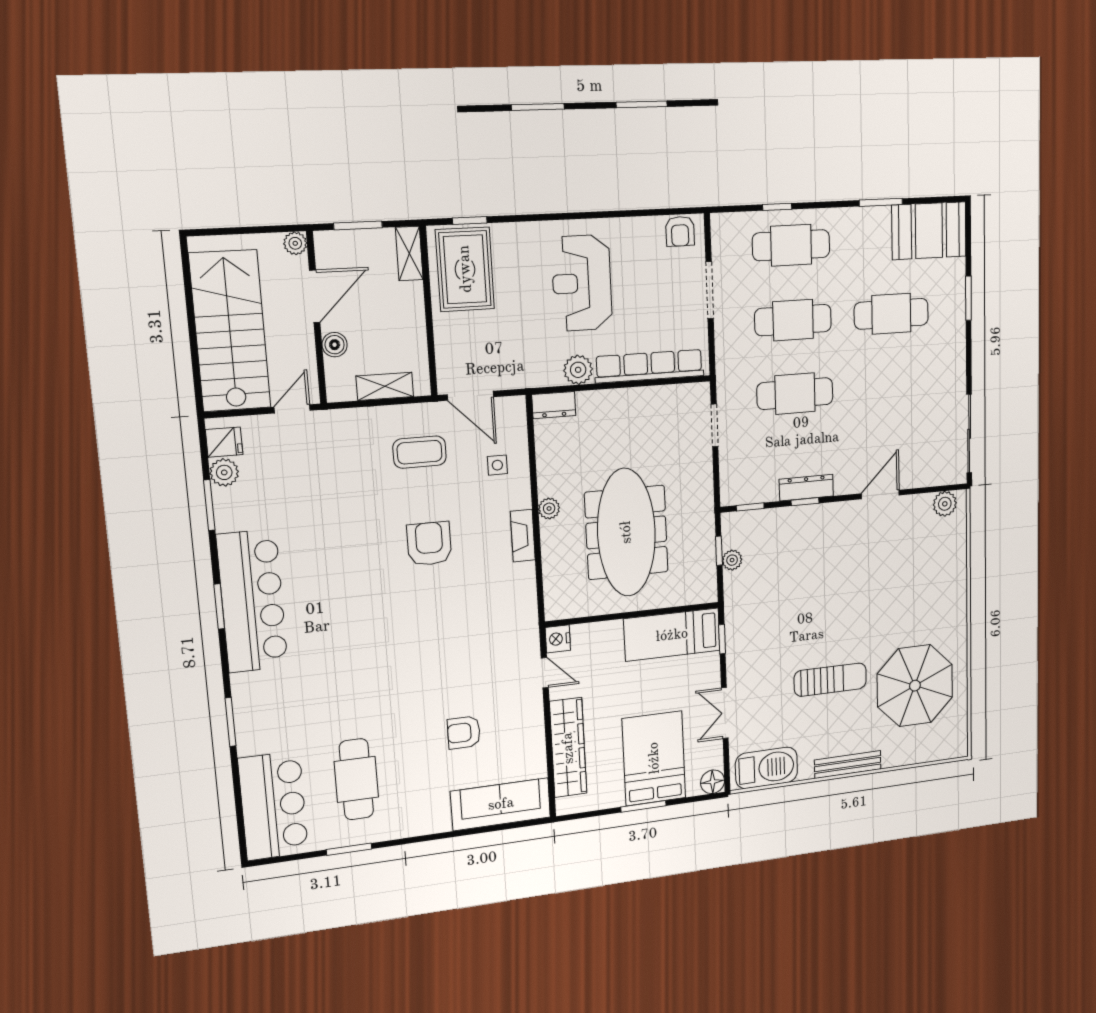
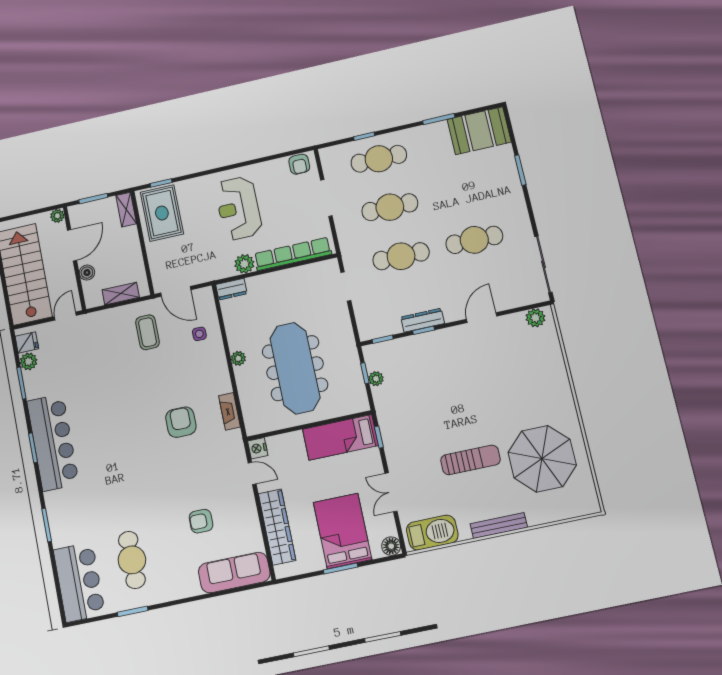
cafe table: (891, 314) -> (474, 240), moved
coffee table: (420, 452) -> (147, 332), turned 90
fireplace: (523, 536) -> (230, 411), moved
armchair: (429, 544) -> (181, 422), moved

